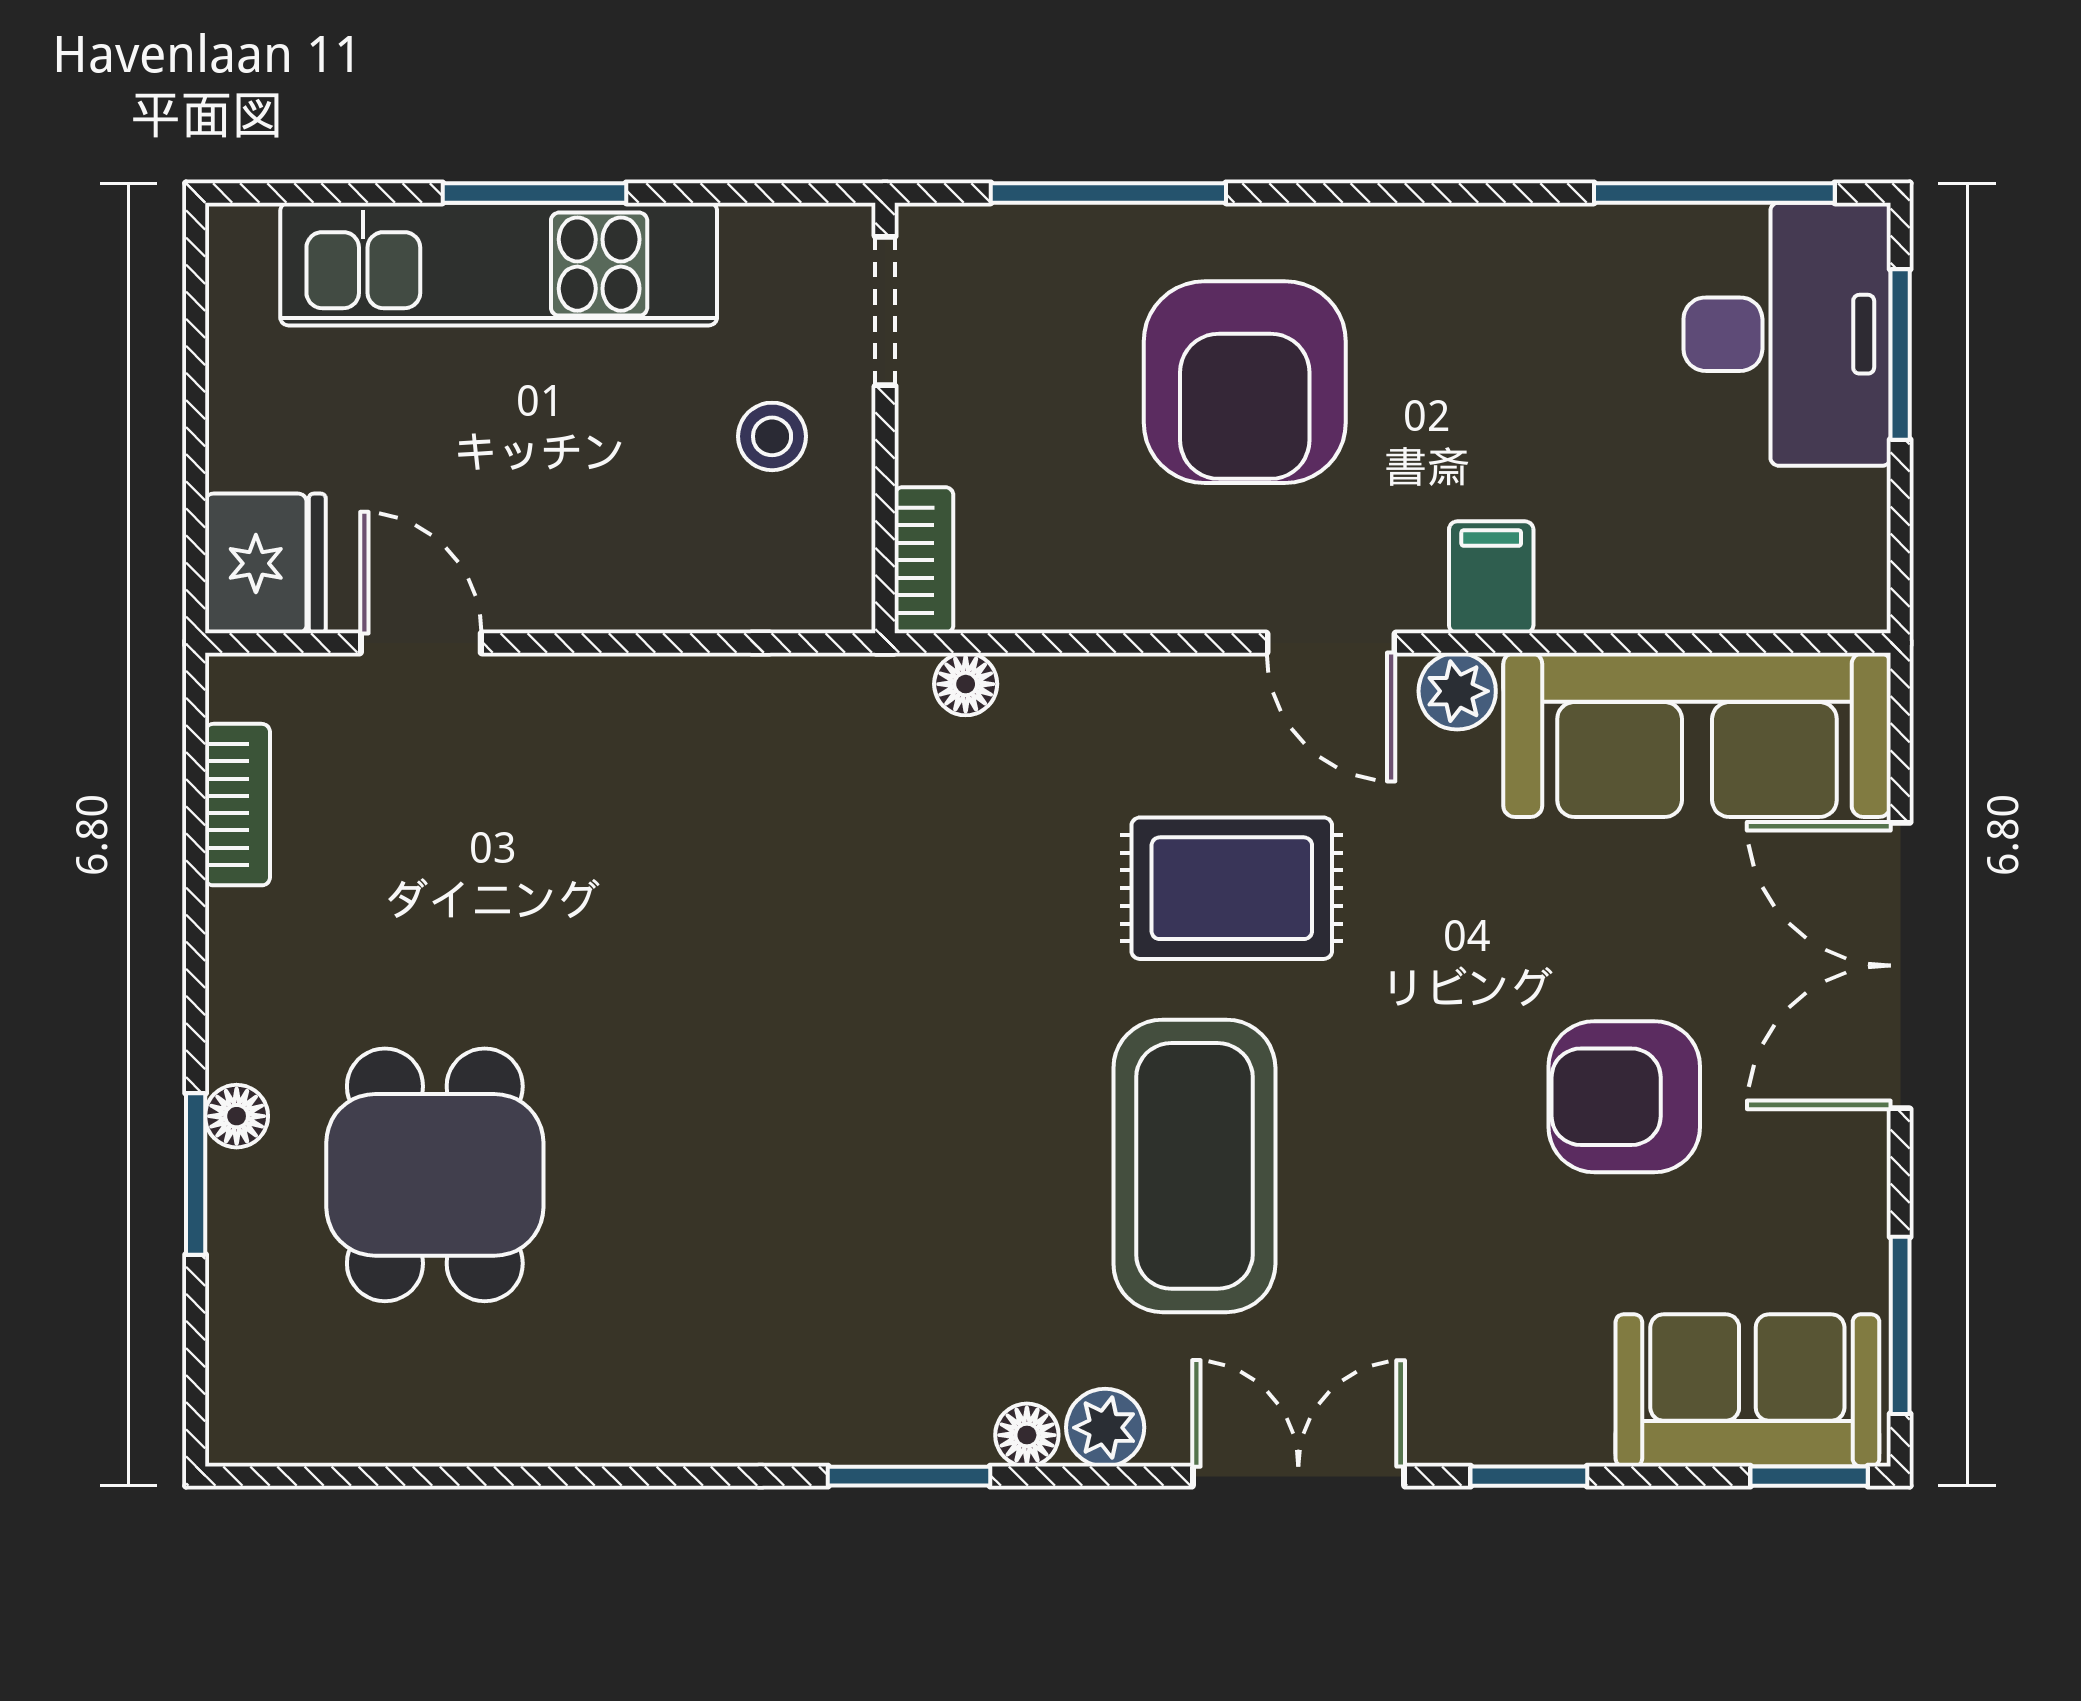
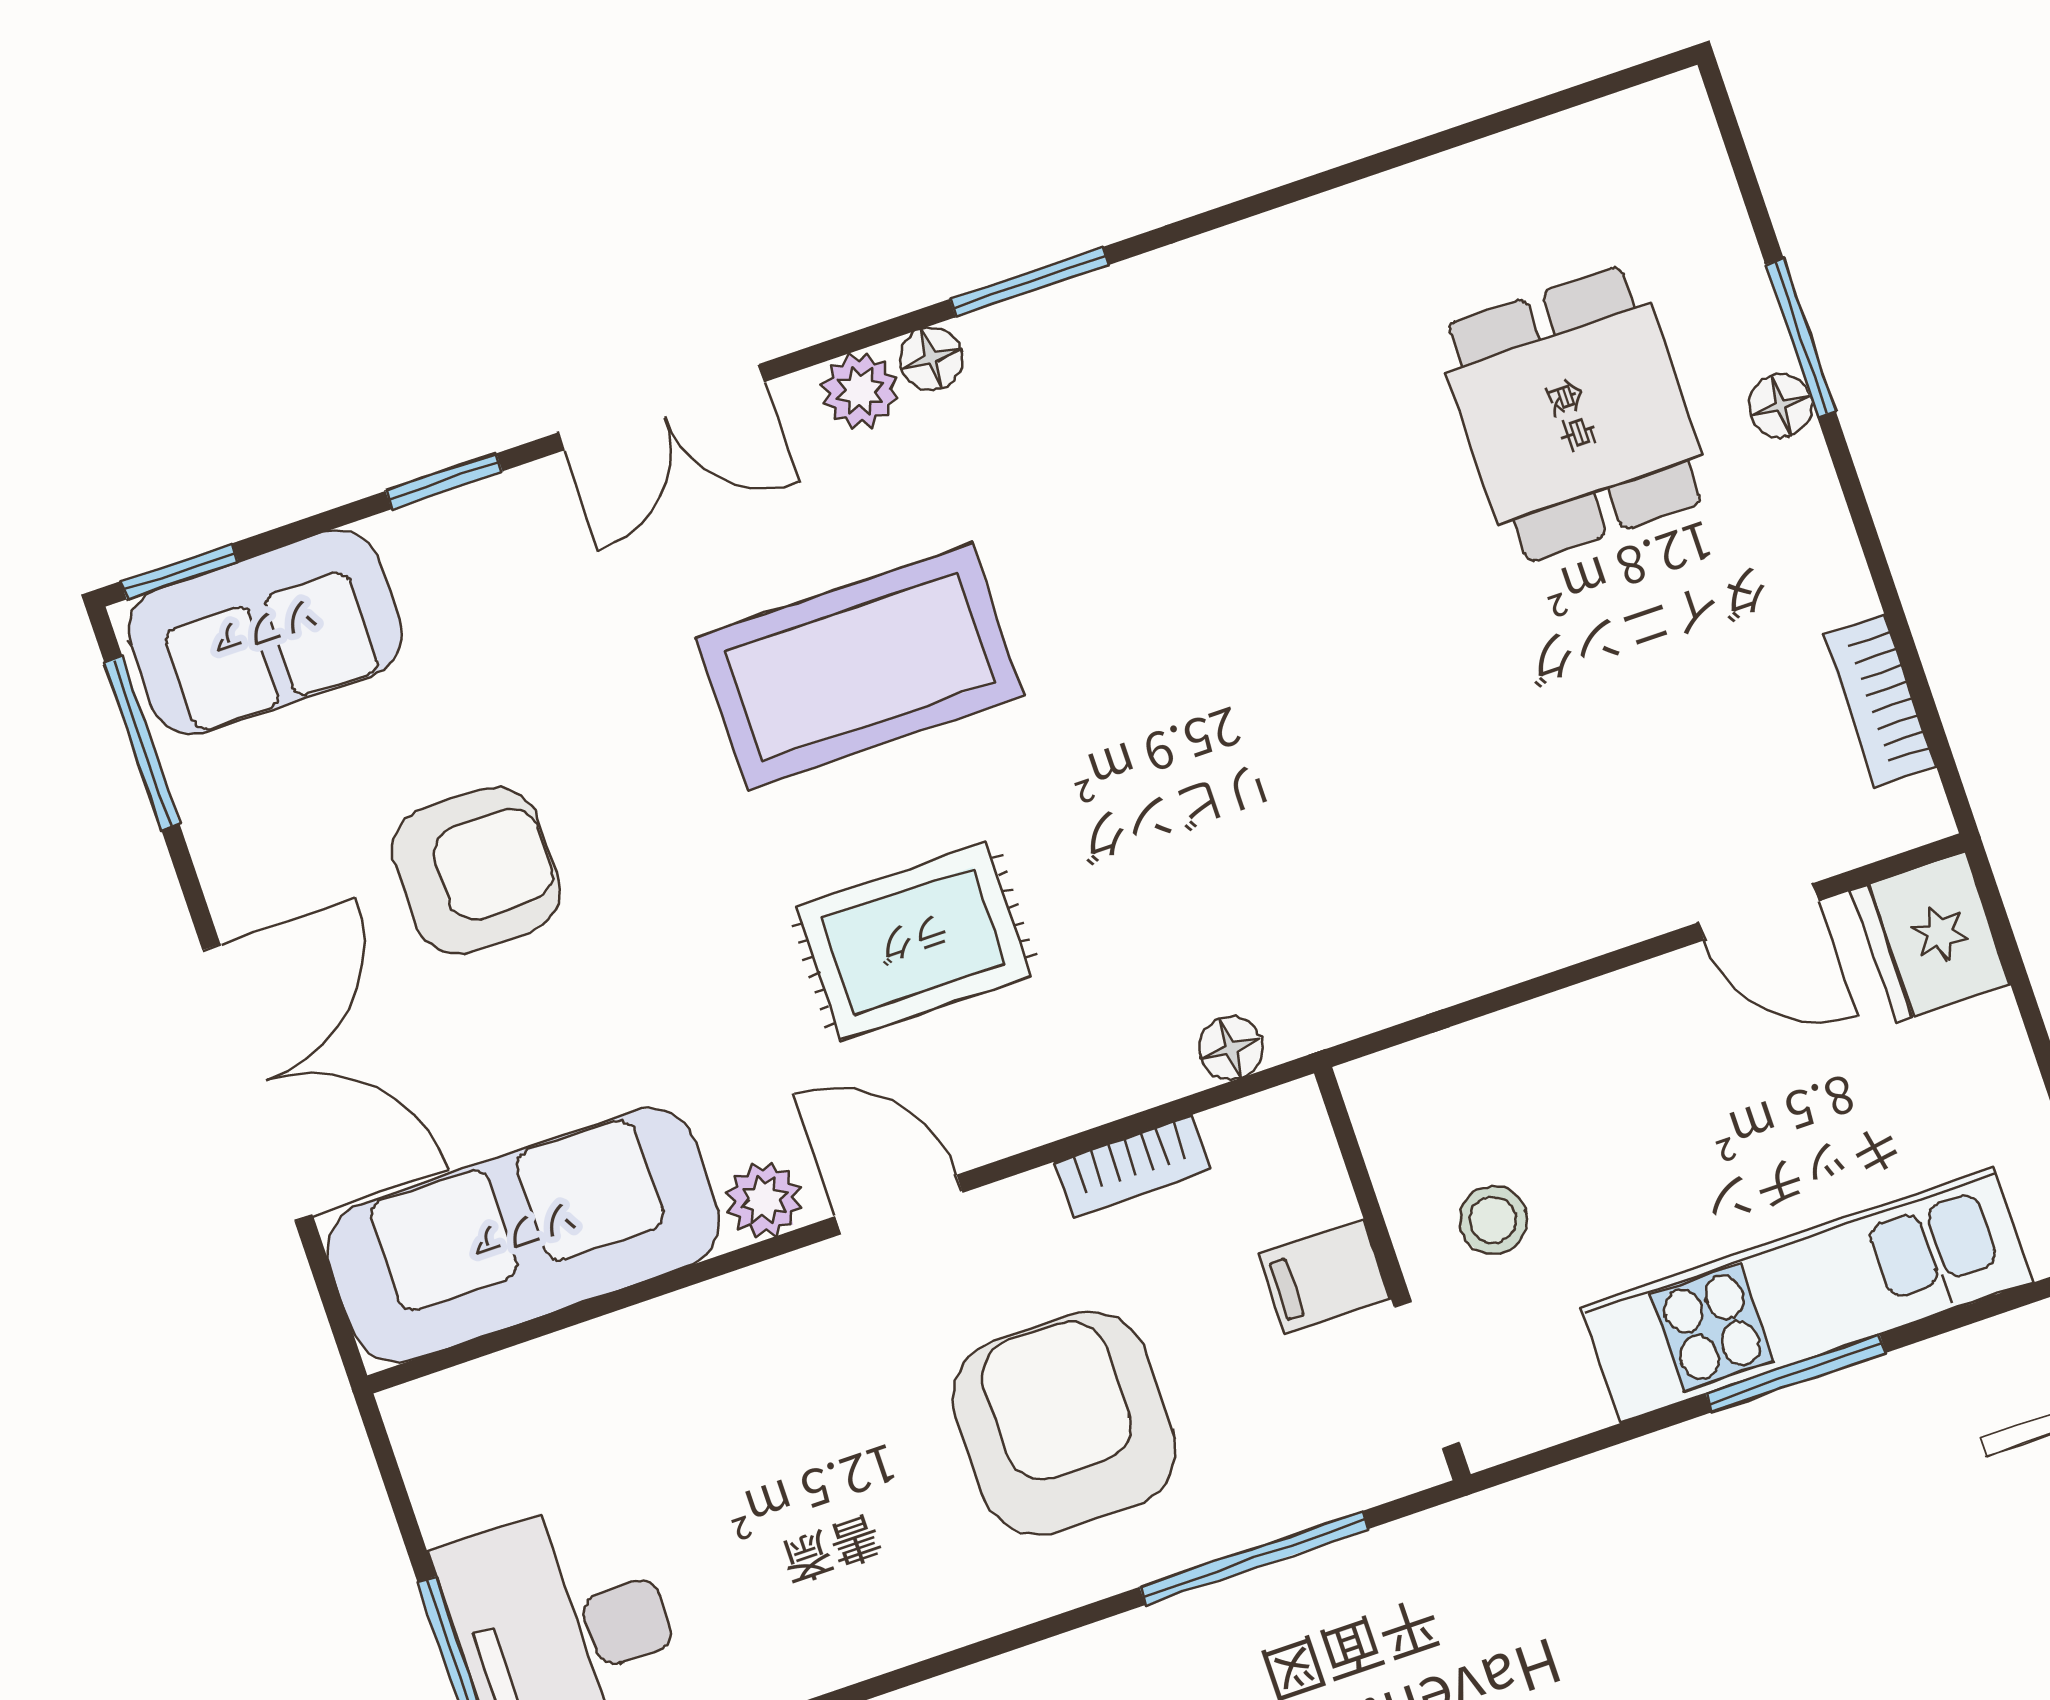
bookcase: (924, 560) -> (1133, 1166), moved, turned -90
filing cabinet: (1491, 577) -> (1324, 1277), moved, turned 90
coffee table: (1194, 1166) -> (860, 667), turned 90

